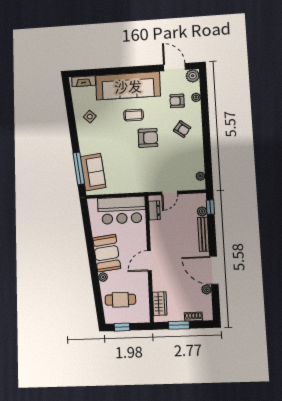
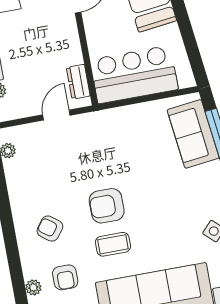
armchair: (177, 101) -> (65, 277), turned 90
coffee table: (134, 115) -> (113, 244), moved

